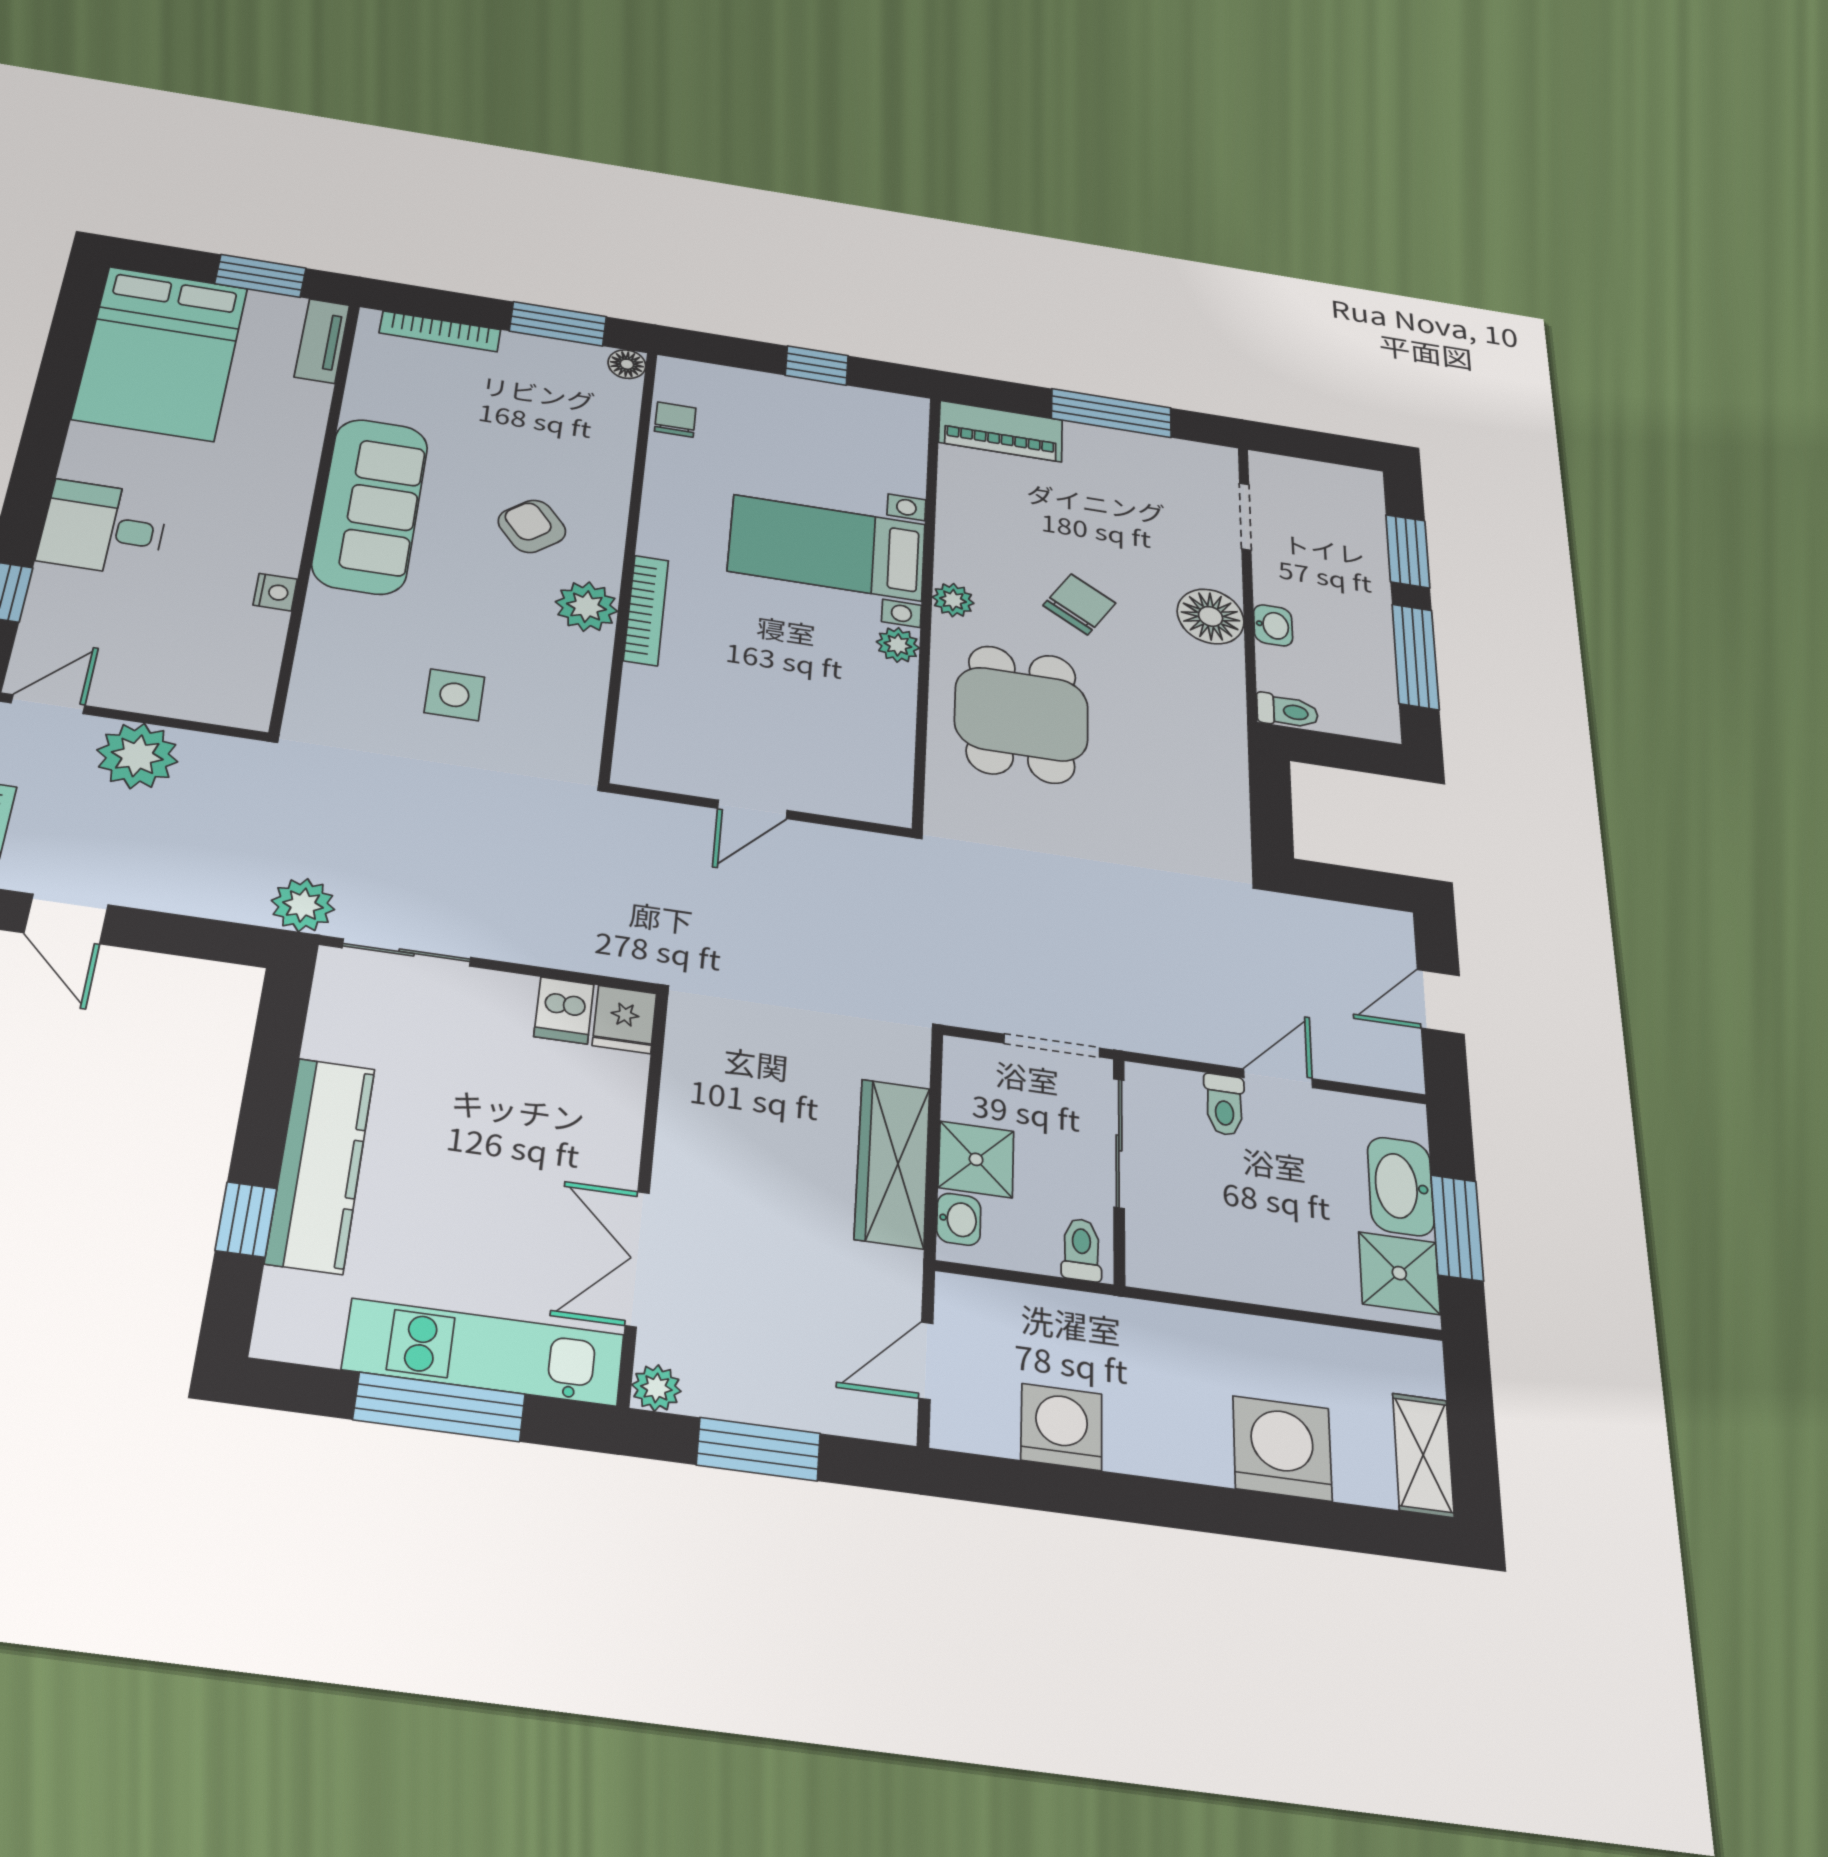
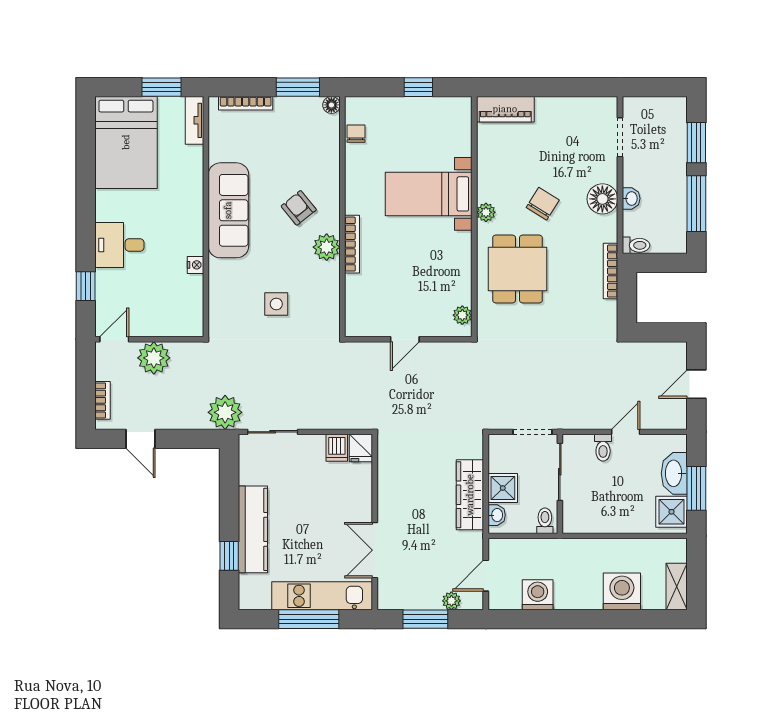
window: (1111, 413) -> (557, 87), removed
plant: (898, 645) -> (462, 315), moved
bookcase: (1232, 750) -> (611, 271), added
plant: (303, 905) -> (225, 412), width x1.36, depth x1.36
plant: (656, 1388) -> (451, 601), moved

